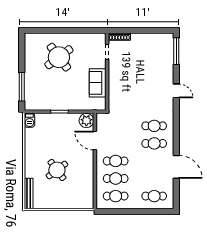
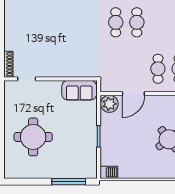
round table: (59, 57) -> (33, 137), turned 37
sofa: (98, 83) -> (79, 90), moved

